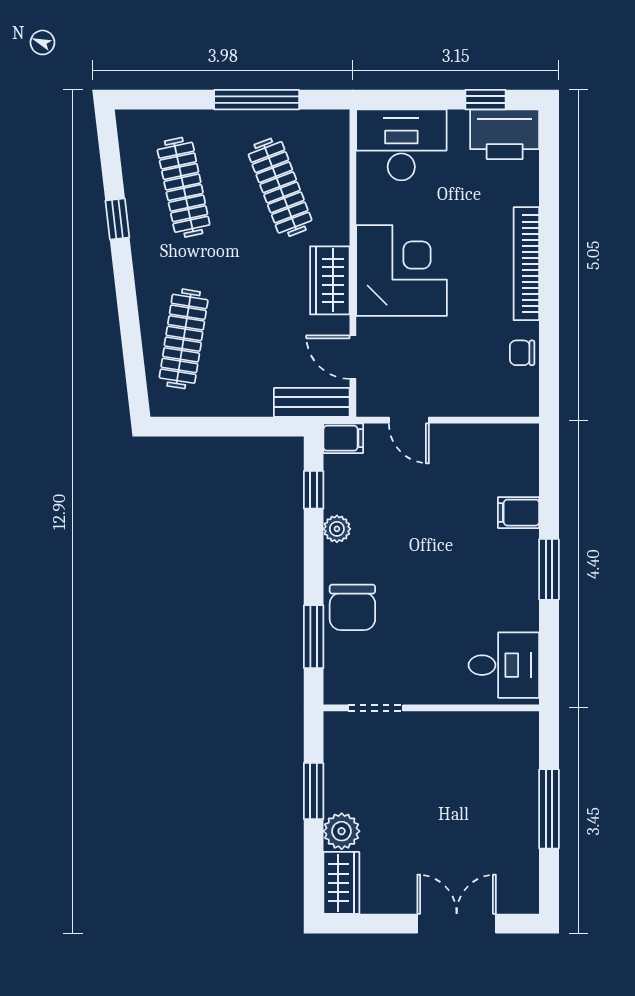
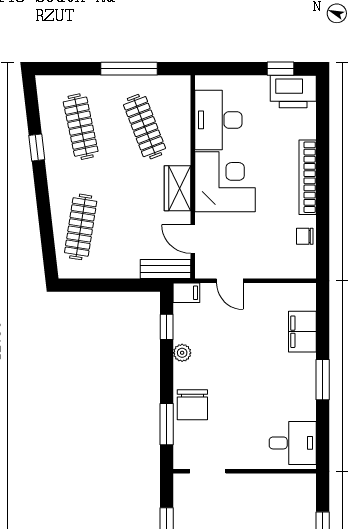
desk: (401, 145) -> (218, 120), moved, turned -90
filing cabinet: (519, 513) -> (302, 332), width x2.00

